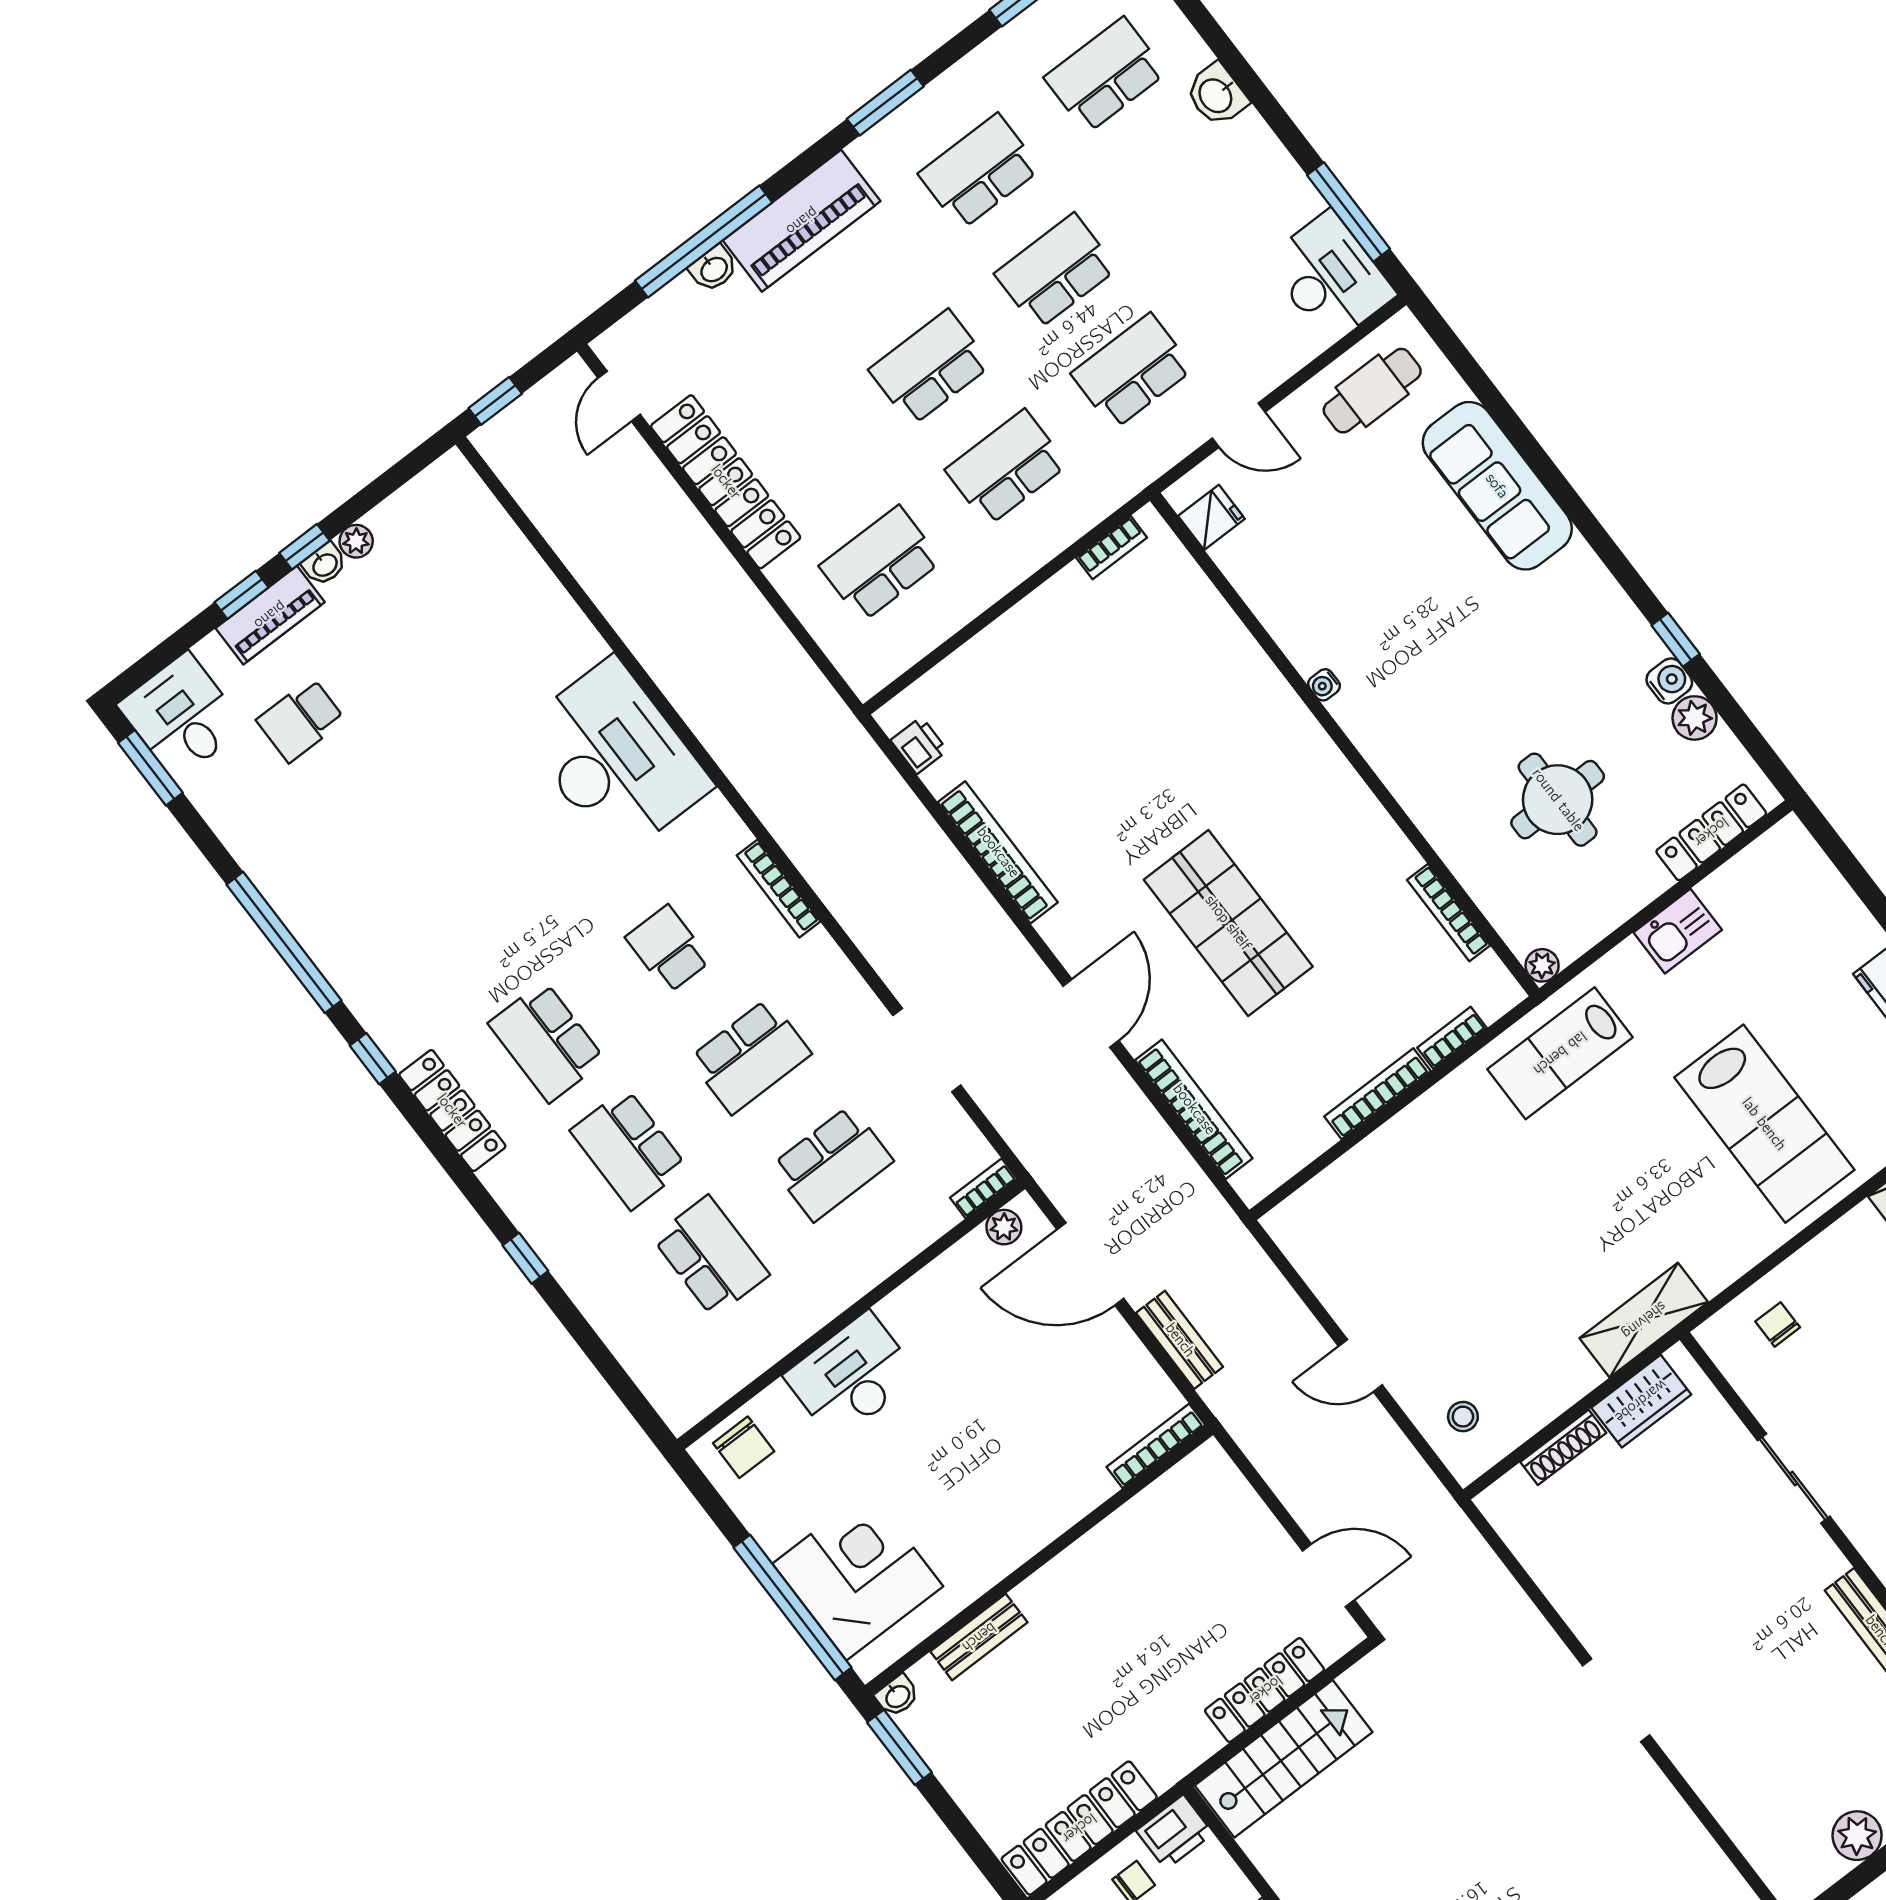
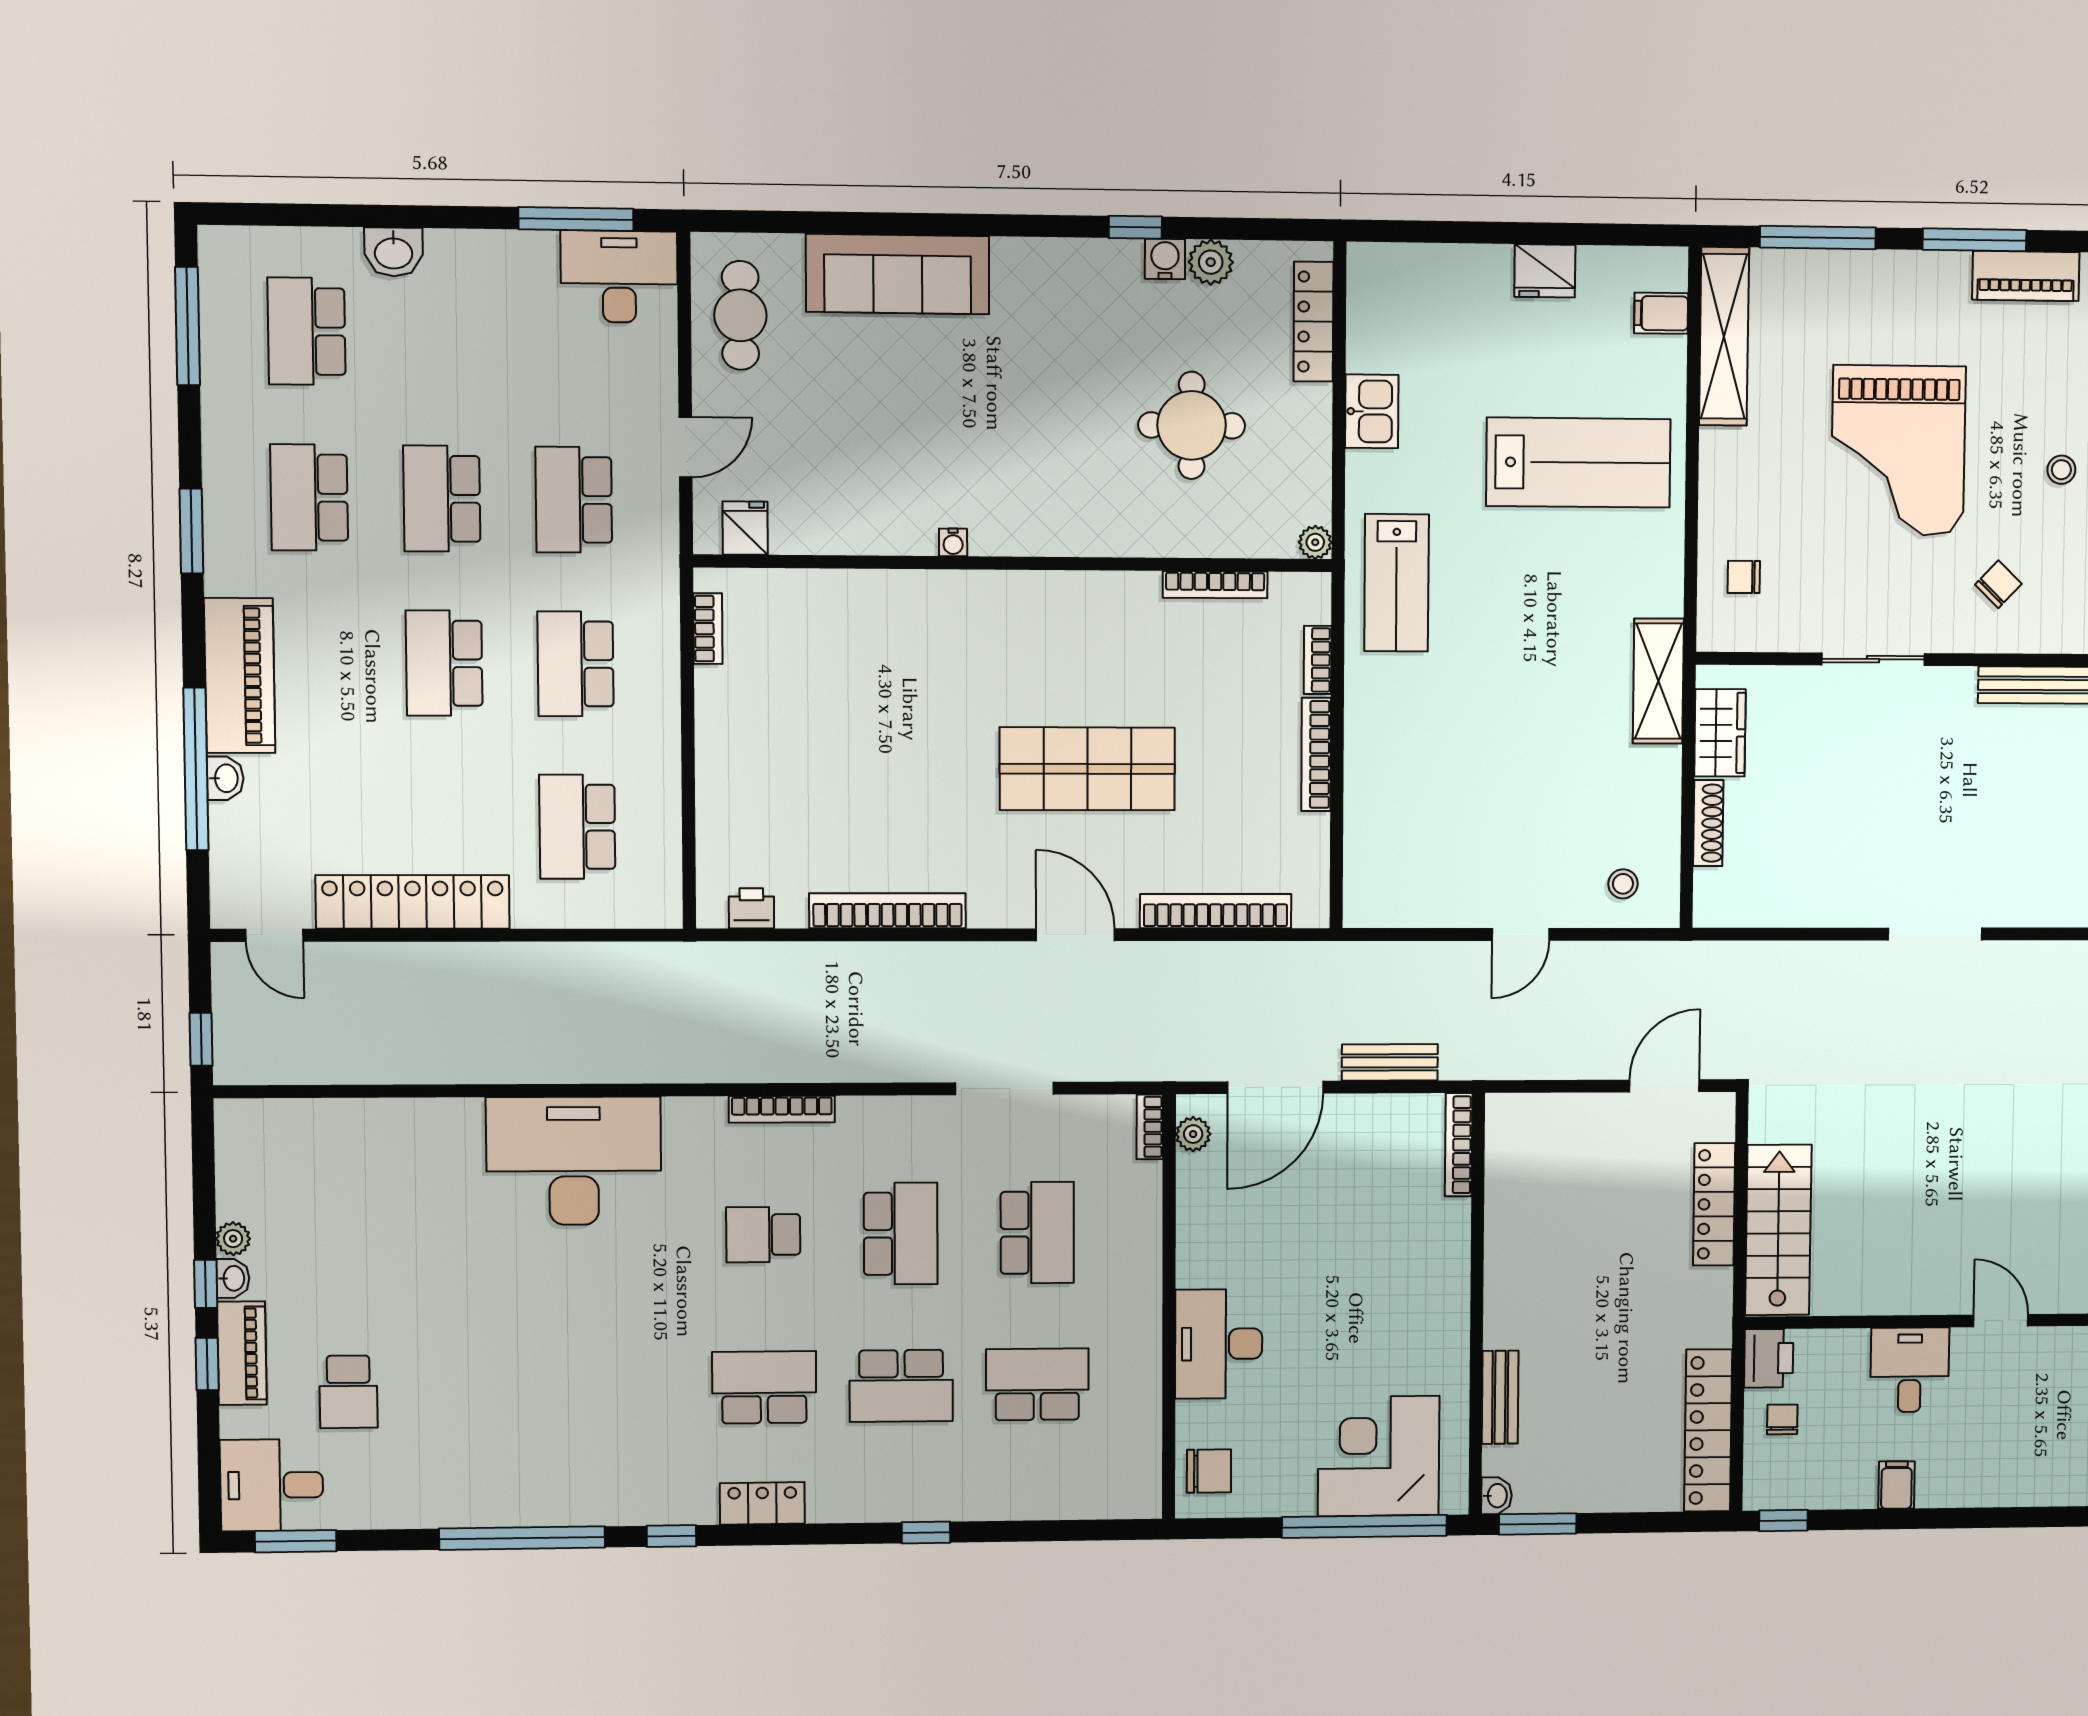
school desk: (547, 1042) -> (764, 1387), turned 180
locker: (452, 1111) -> (762, 1503), width x0.66

